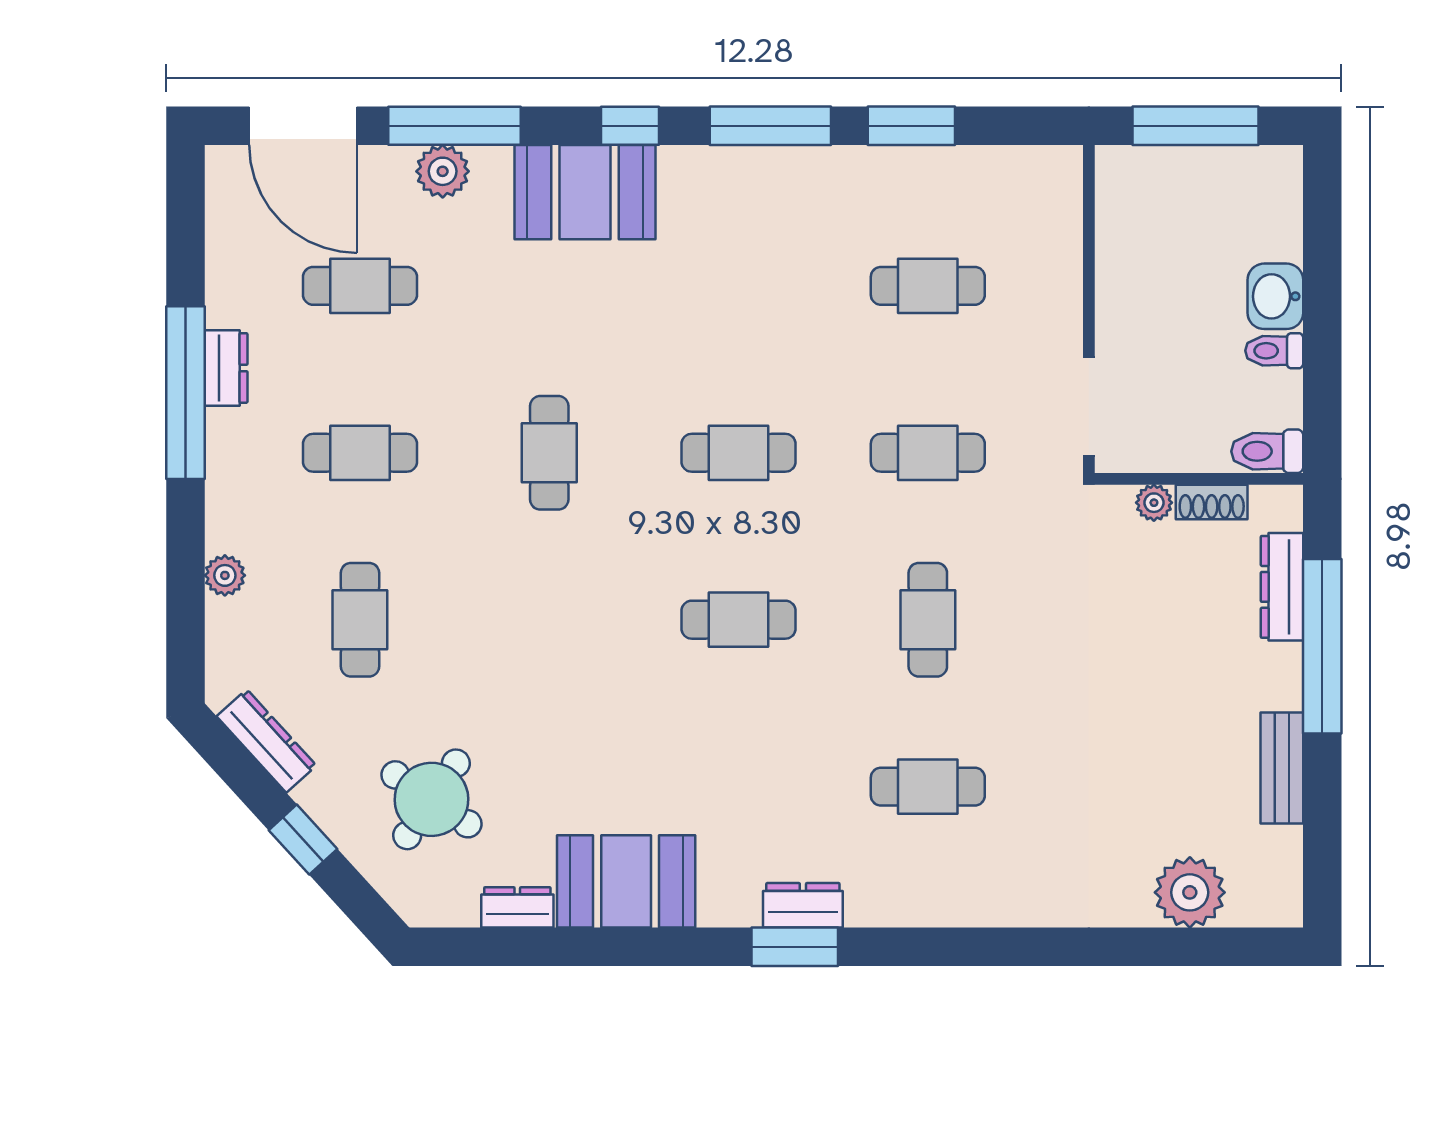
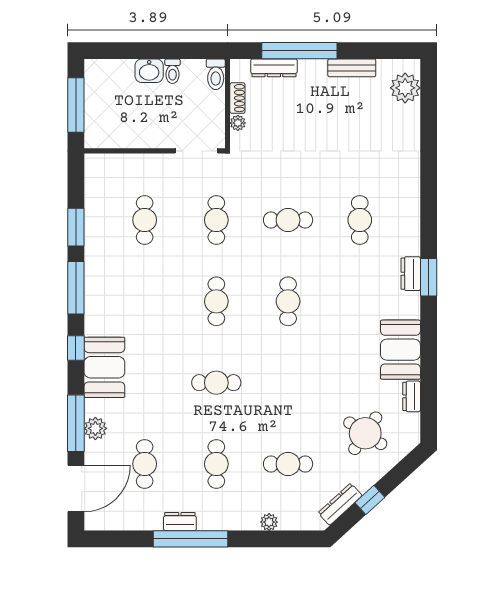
window: (303, 840) -> (370, 500), moved
plant: (1190, 892) -> (405, 88), moved

